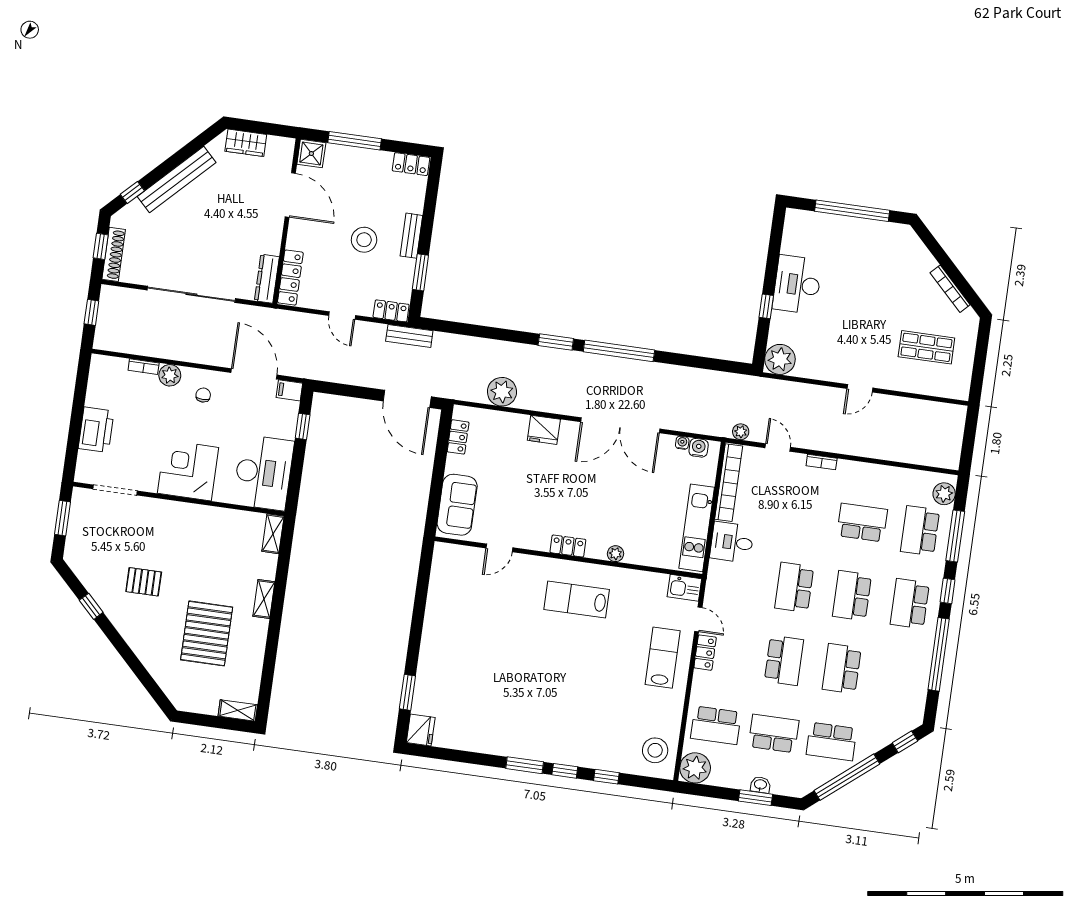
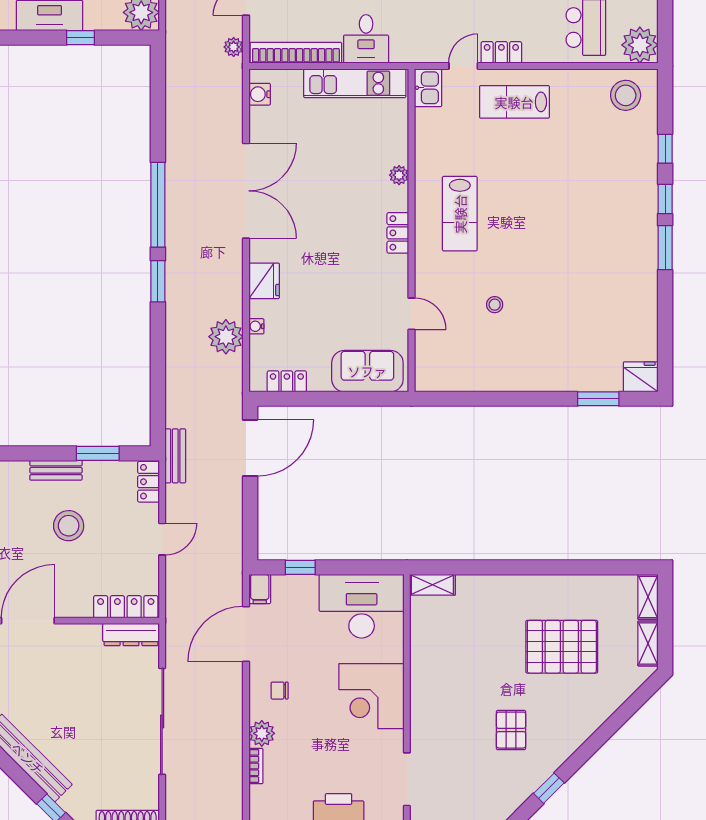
water cooler: (682, 443) -> (256, 326), moved
shelving: (264, 599) -> (648, 644), moved, turned 90
stool: (497, 618) -> (495, 305), added

